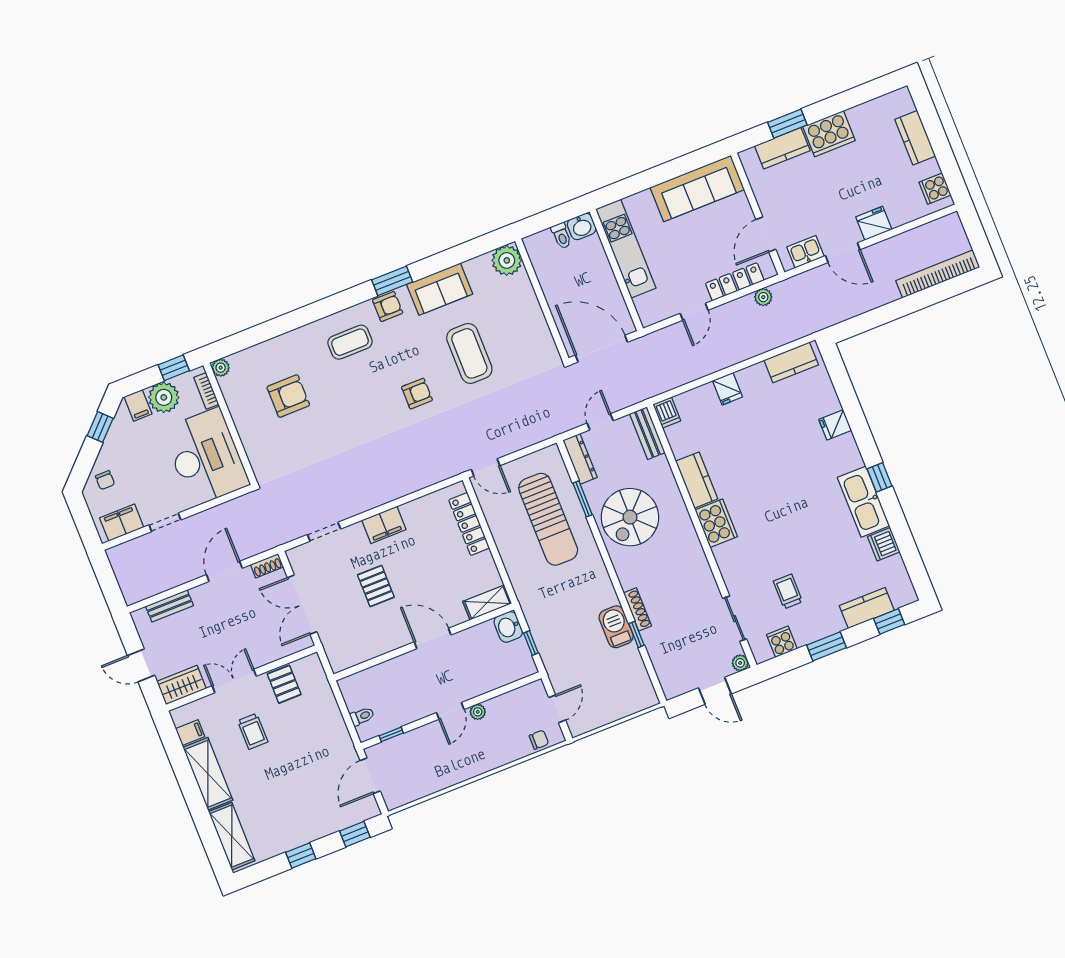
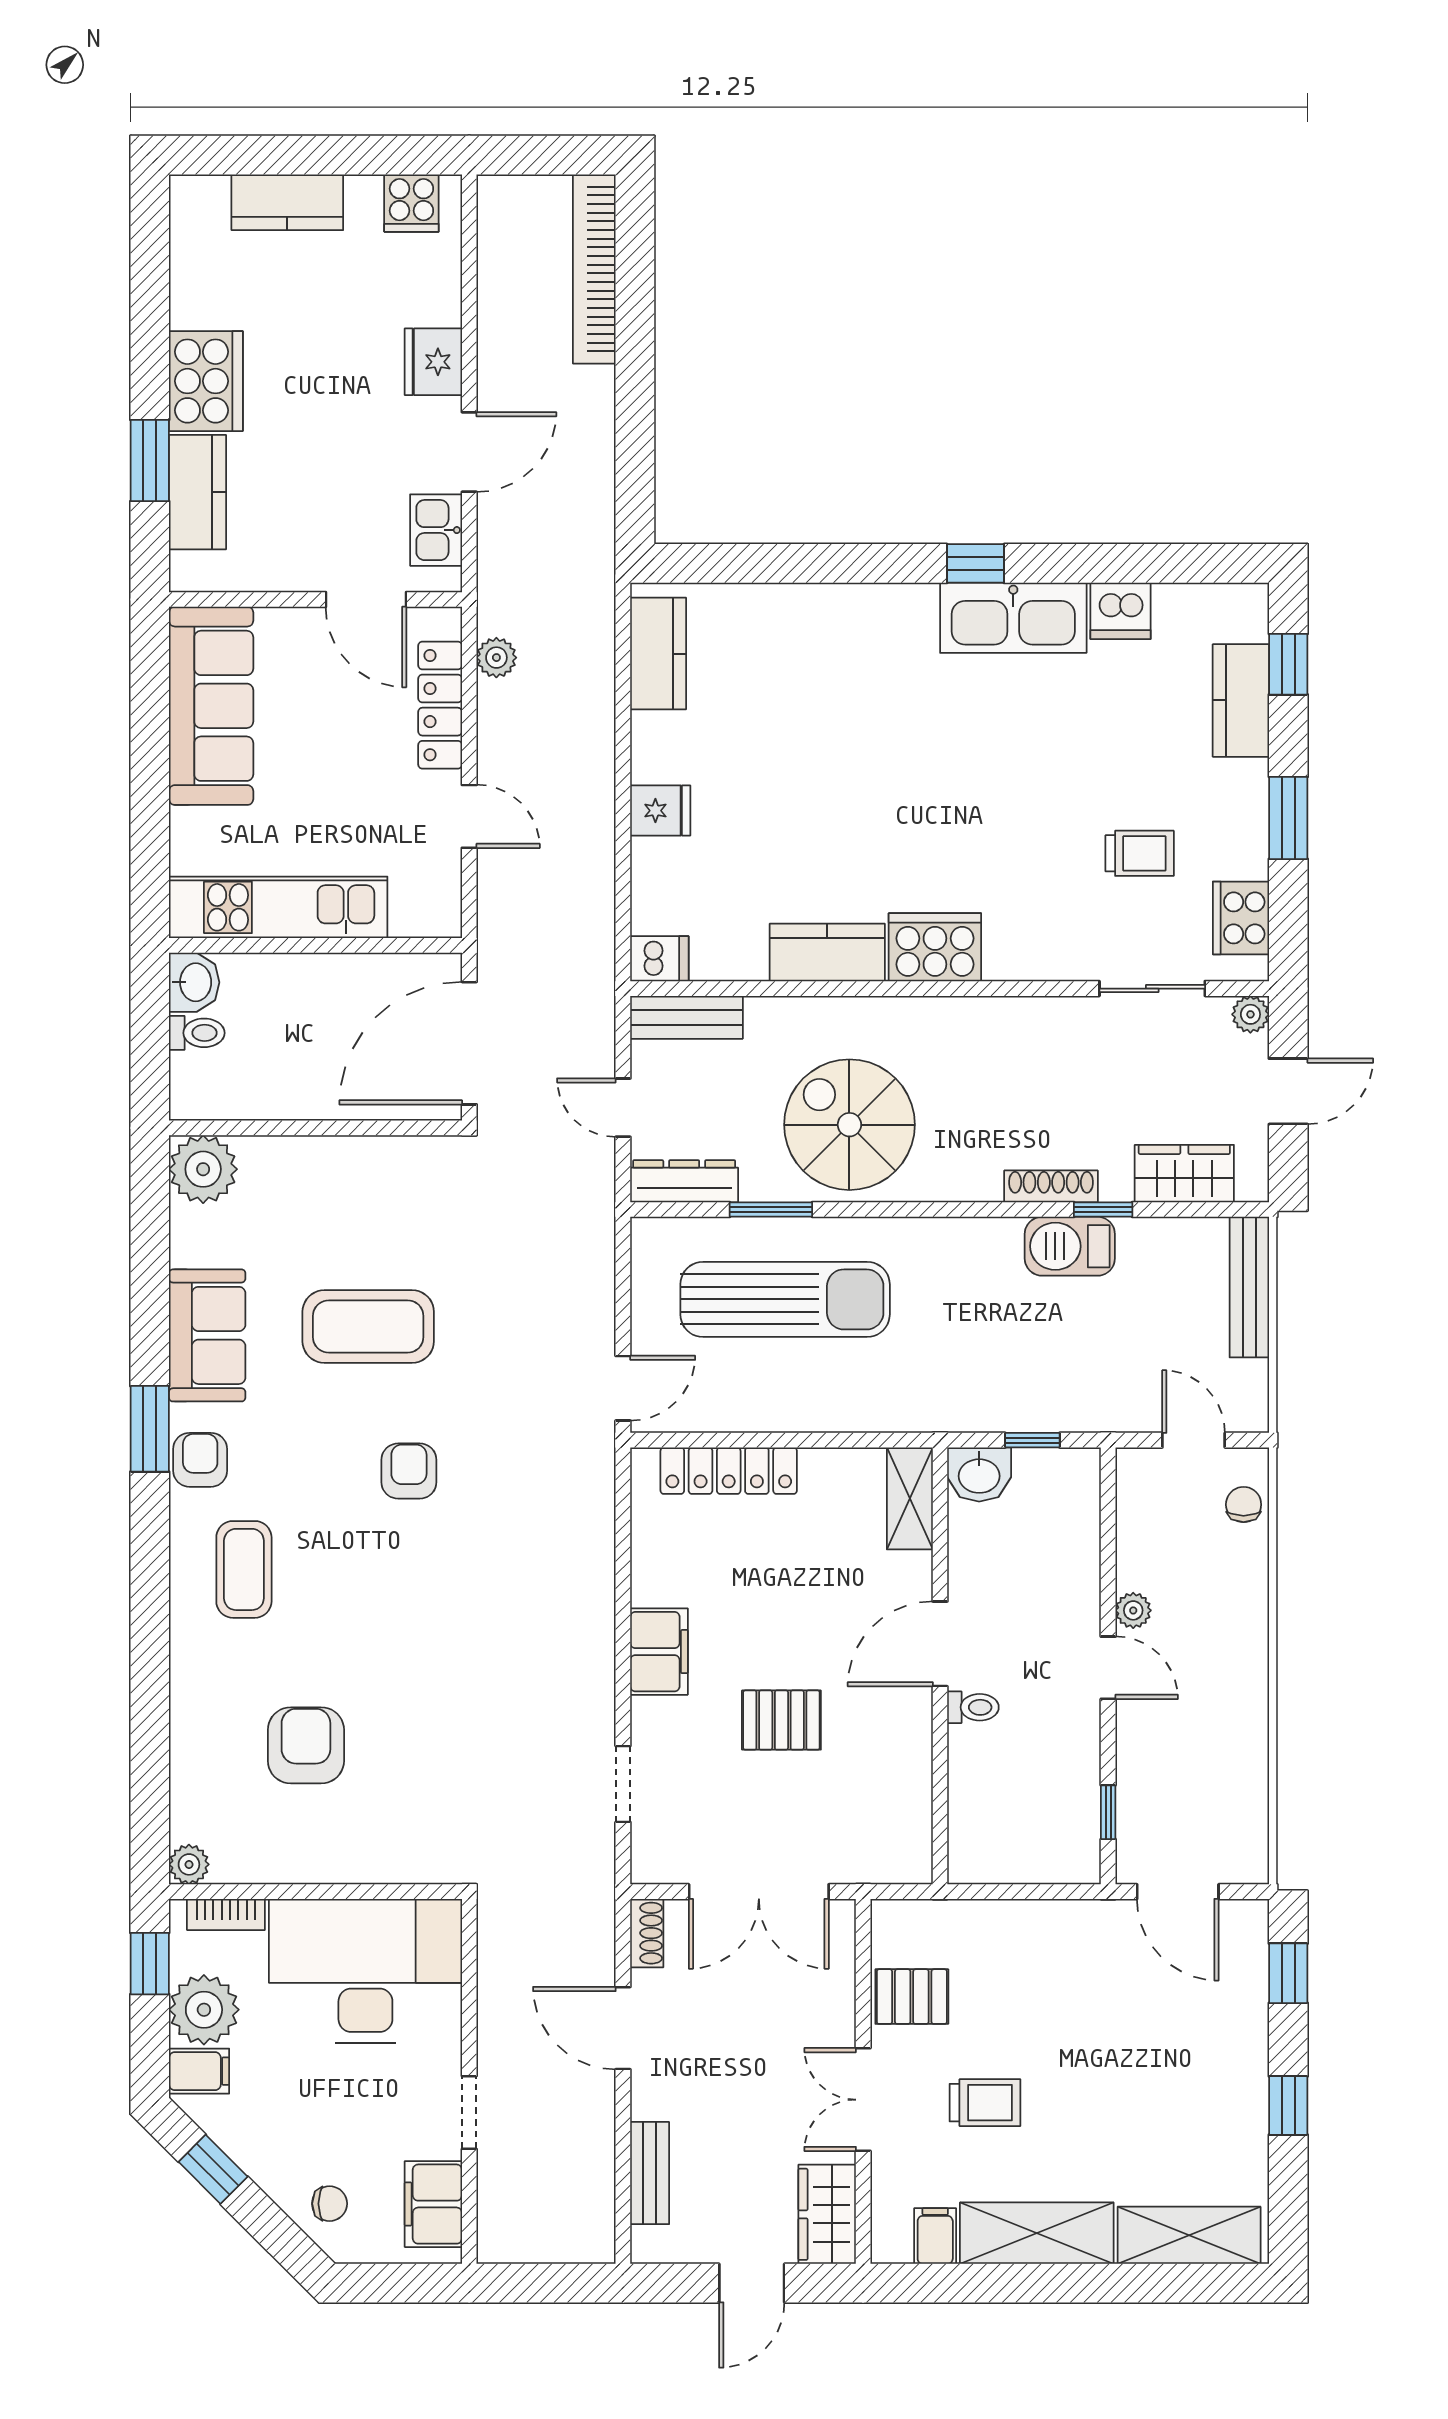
fridge: (835, 425) -> (827, 613), removed
spiral stairs: (630, 517) -> (849, 1125), turned 180
trolley: (788, 591) -> (1140, 853), turned 180
cooker: (782, 642) -> (1241, 918), width x1.36
wardrobe: (664, 662) -> (1184, 1174), added
bench: (629, 707) -> (1249, 1287), added
toilet: (362, 716) -> (973, 1707), moved, turned 90

